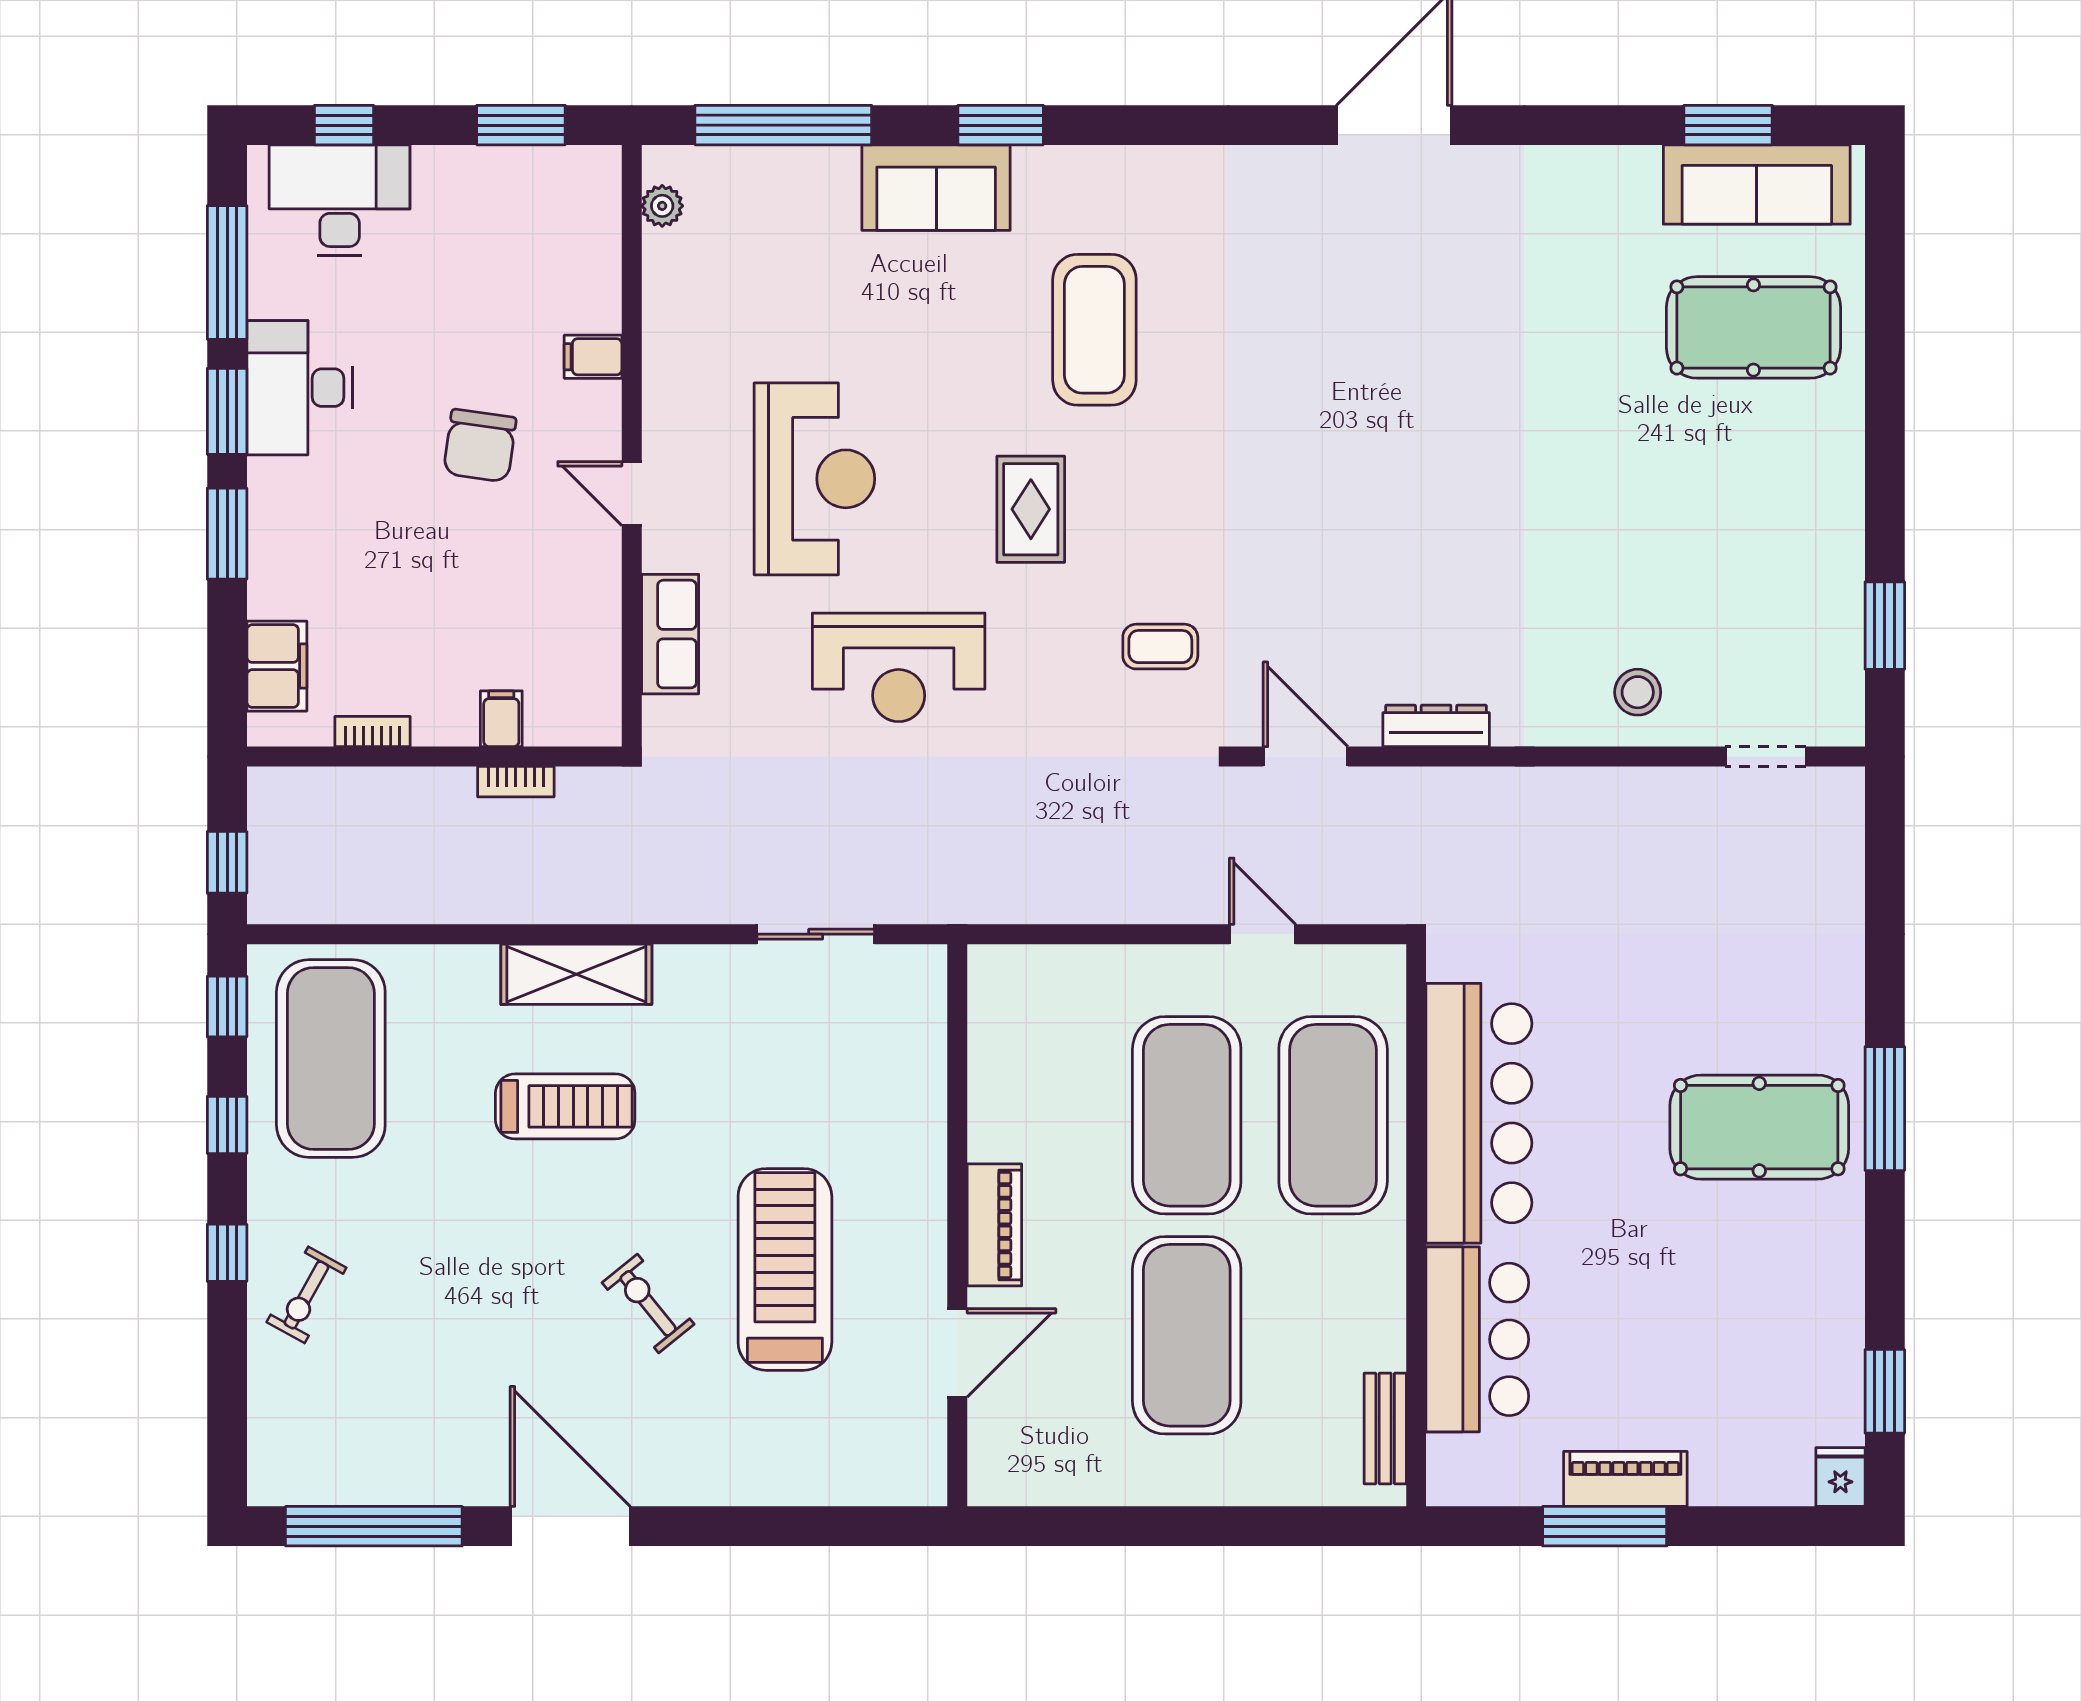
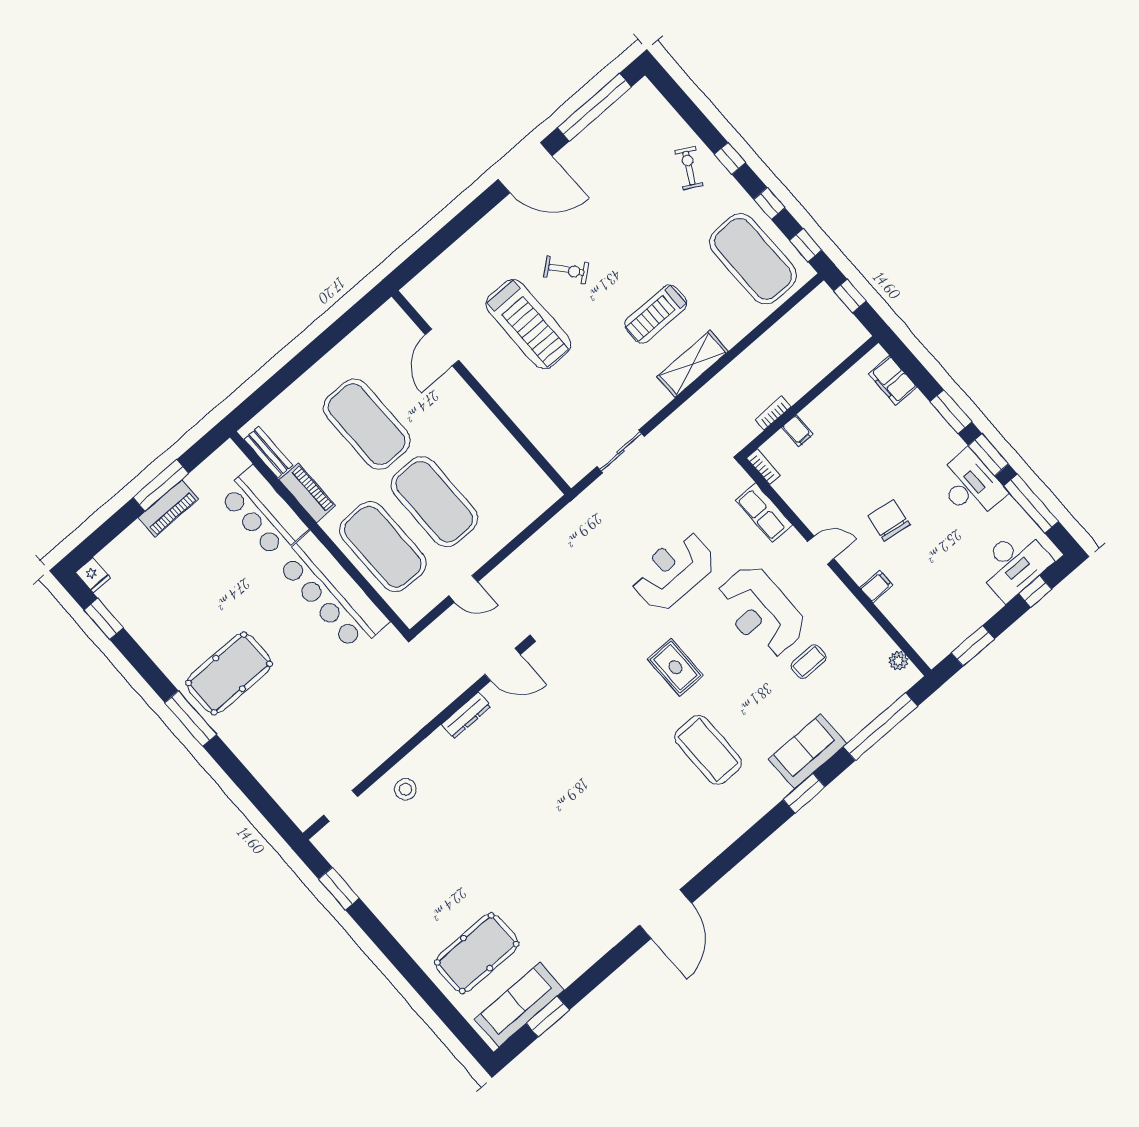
coffee table: (1160, 647) -> (809, 662), moved
bookcase: (372, 732) -> (763, 467), moved, turned -90
piano: (994, 1225) -> (307, 493), moved, turned 180

